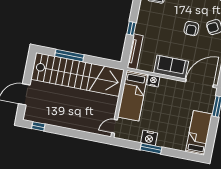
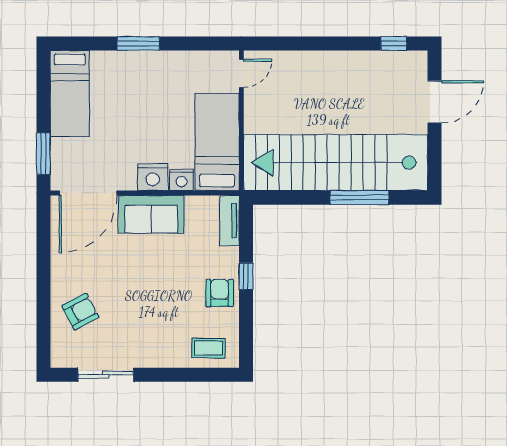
armchair: (191, 29) -> (220, 293), moved
tv unit: (135, 52) -> (229, 221), width x0.71
nightstand: (149, 138) -> (153, 177), moved, turned 180
window: (151, 148) -> (138, 43), moved

